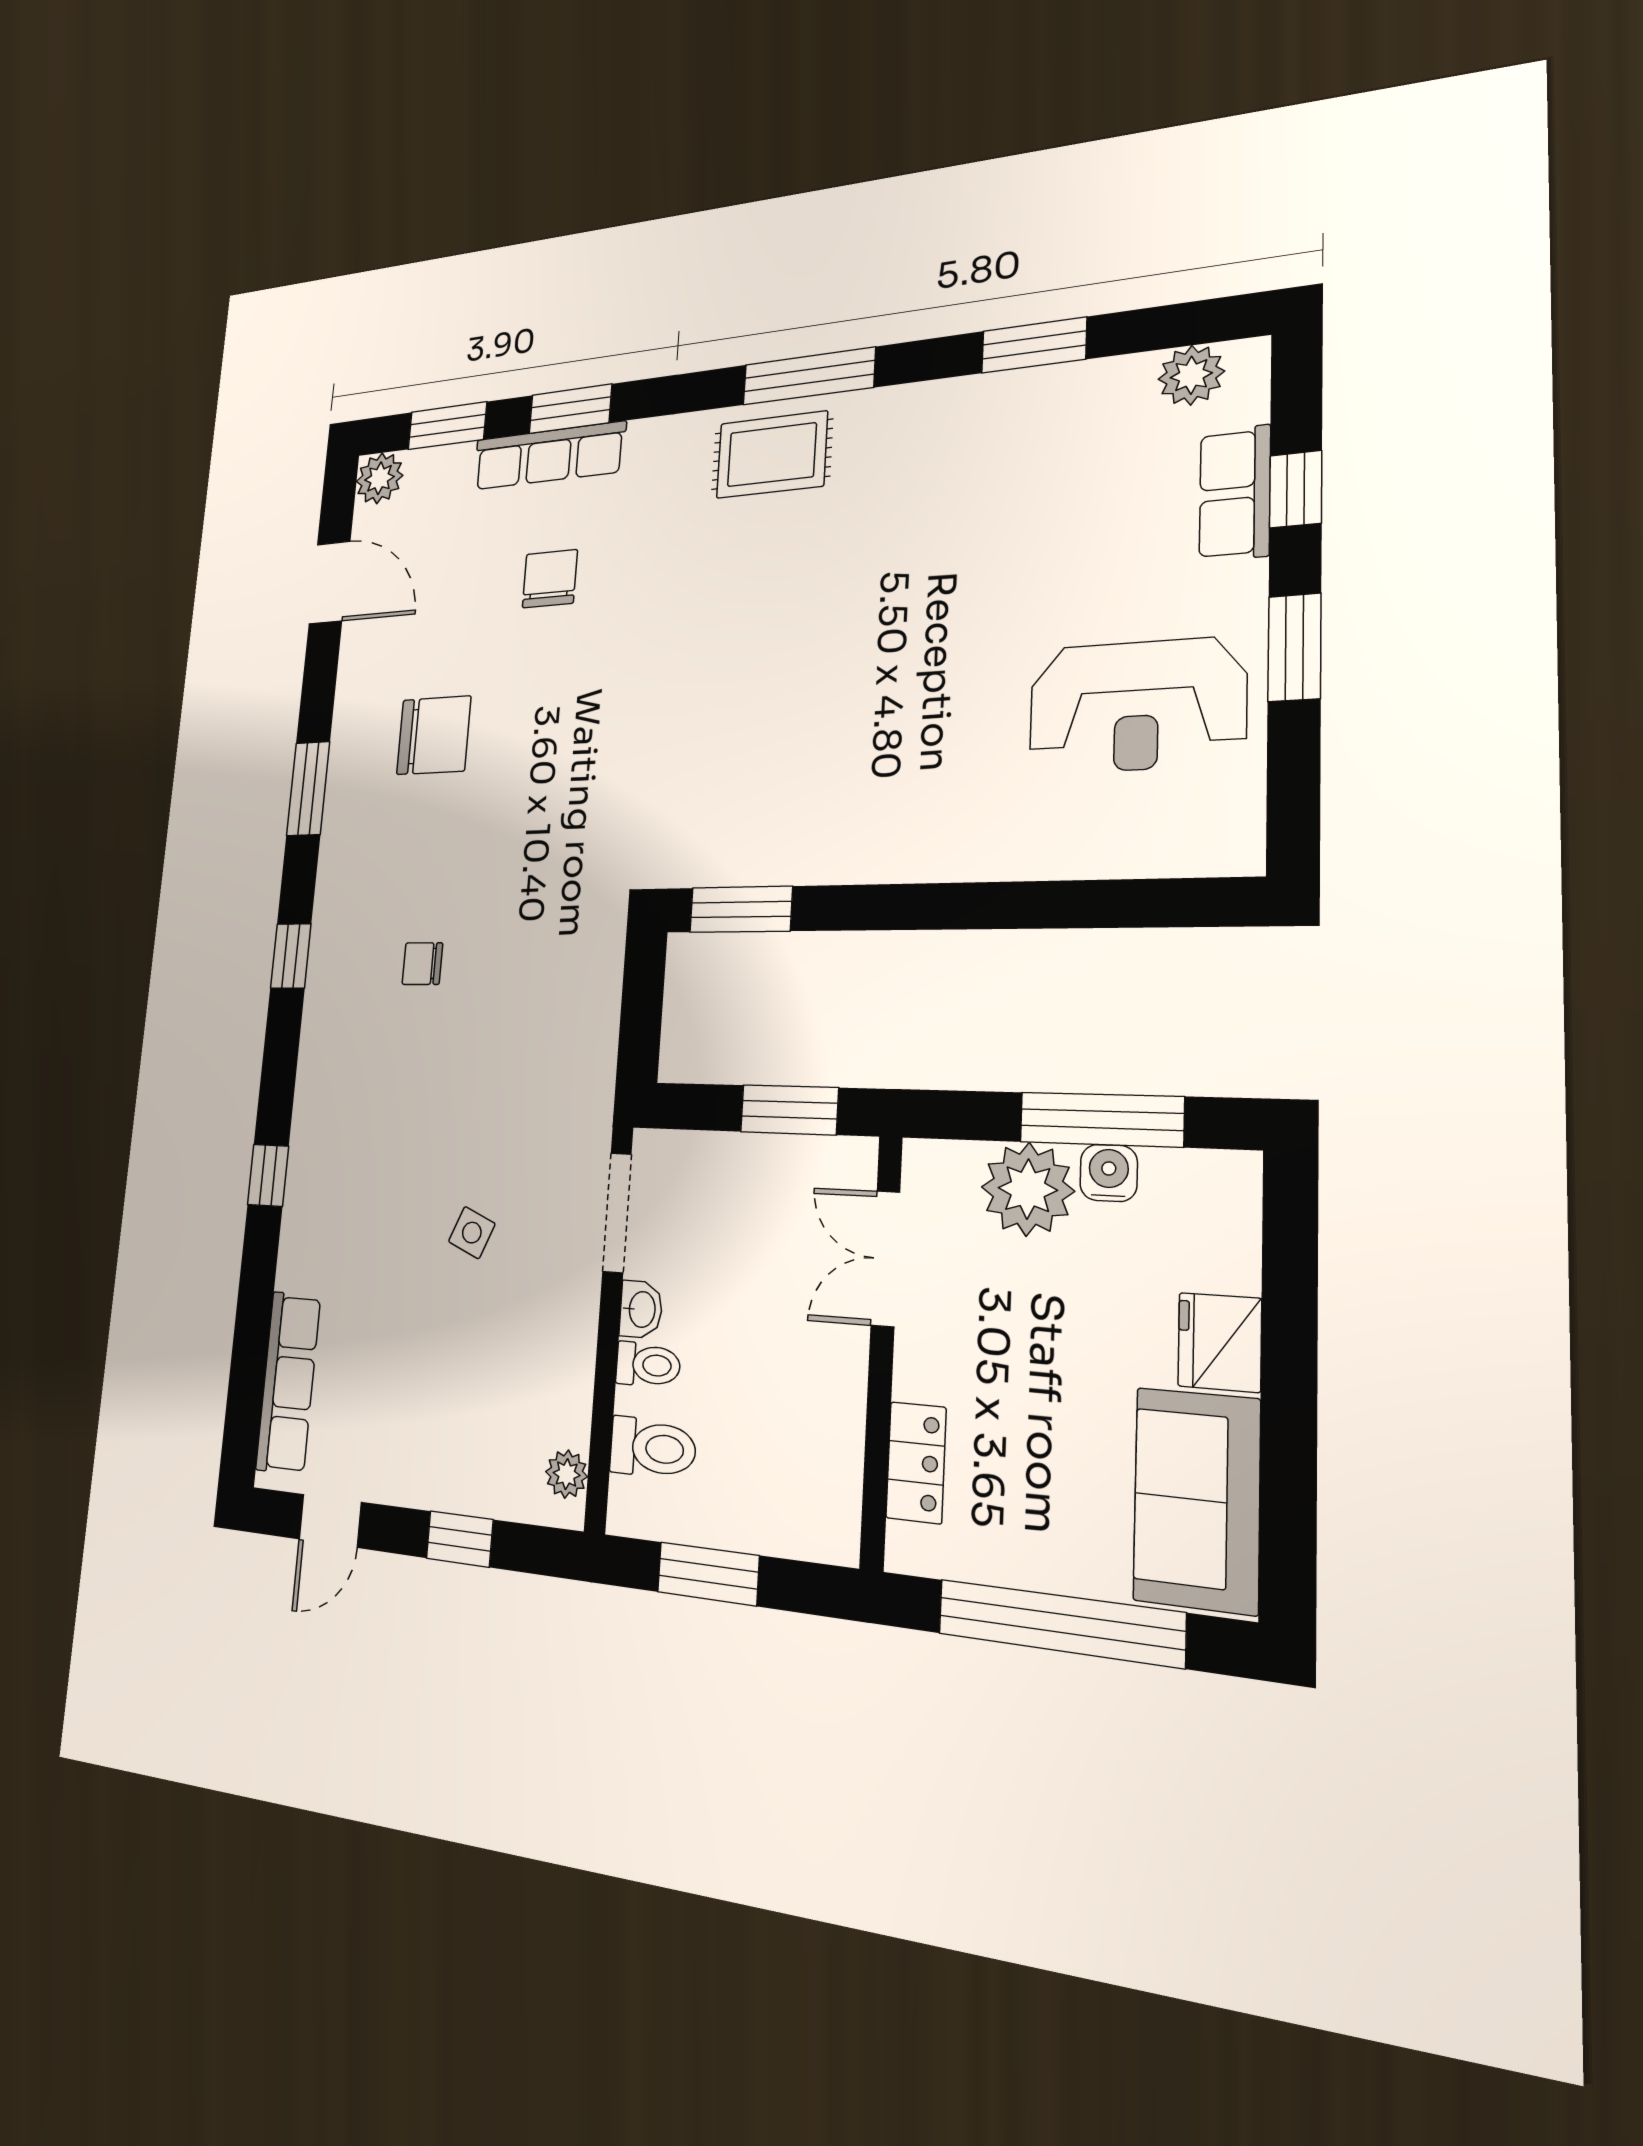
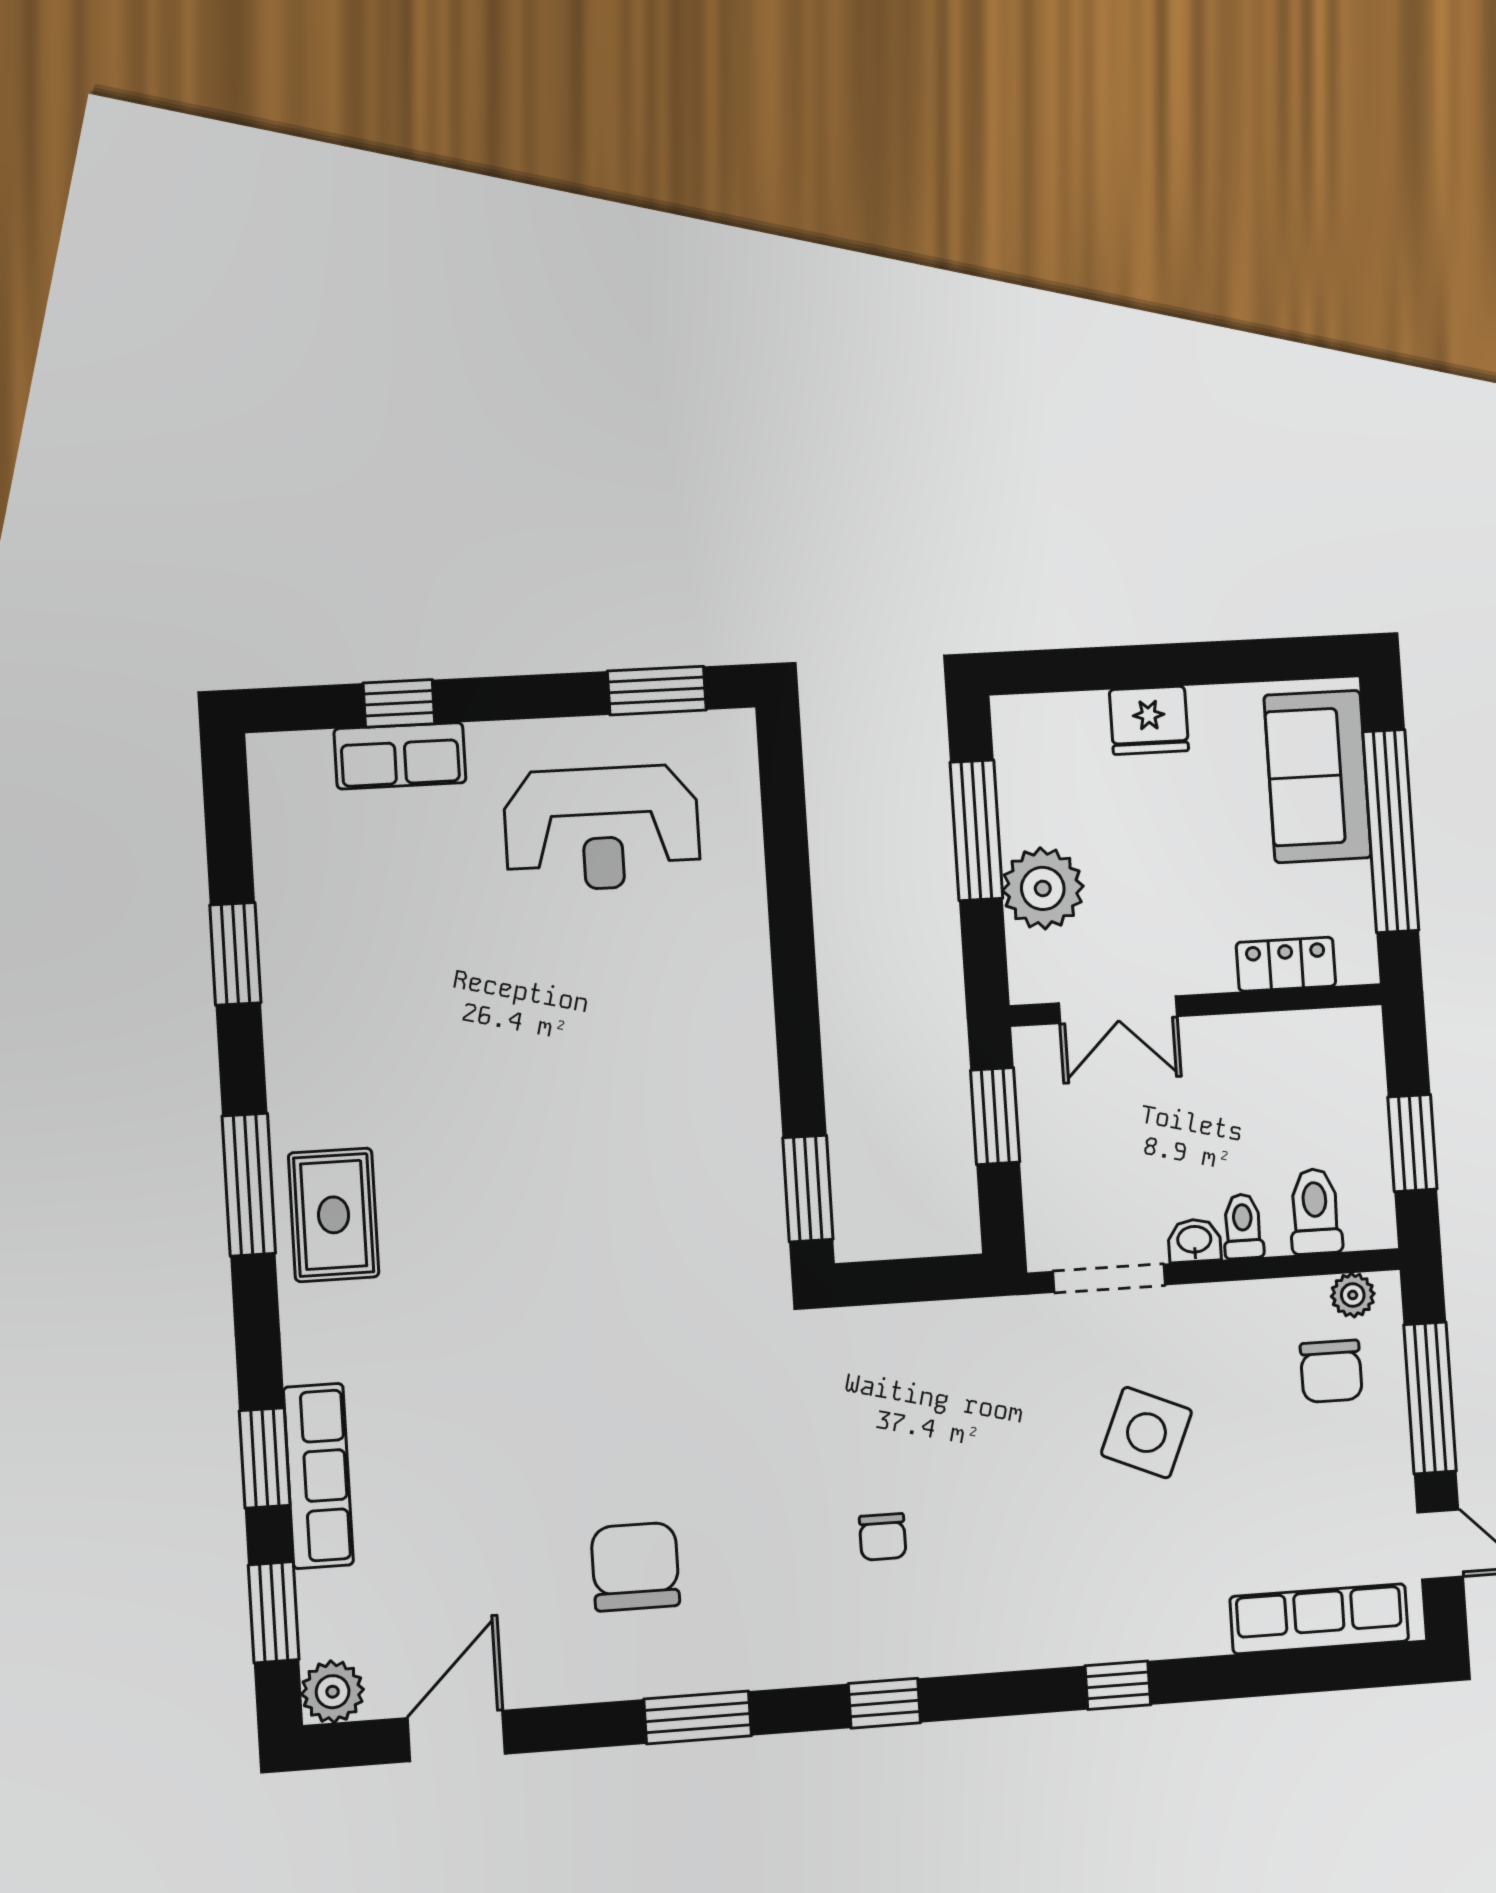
plant: (1191, 375) -> (280, 802), removed
chair: (550, 579) -> (1331, 1371), moved, turned -90
window: (1294, 647) -> (657, 691), moved
reception desk: (1137, 706) -> (602, 828), turned 90
water cooler: (1109, 1173) -> (1021, 820), removed
side table: (472, 1233) -> (1146, 1433), width x1.87, depth x1.87
sofa: (1197, 1500) -> (1318, 776), moved, turned 90
window: (460, 1539) -> (1430, 1398), width x2.17

